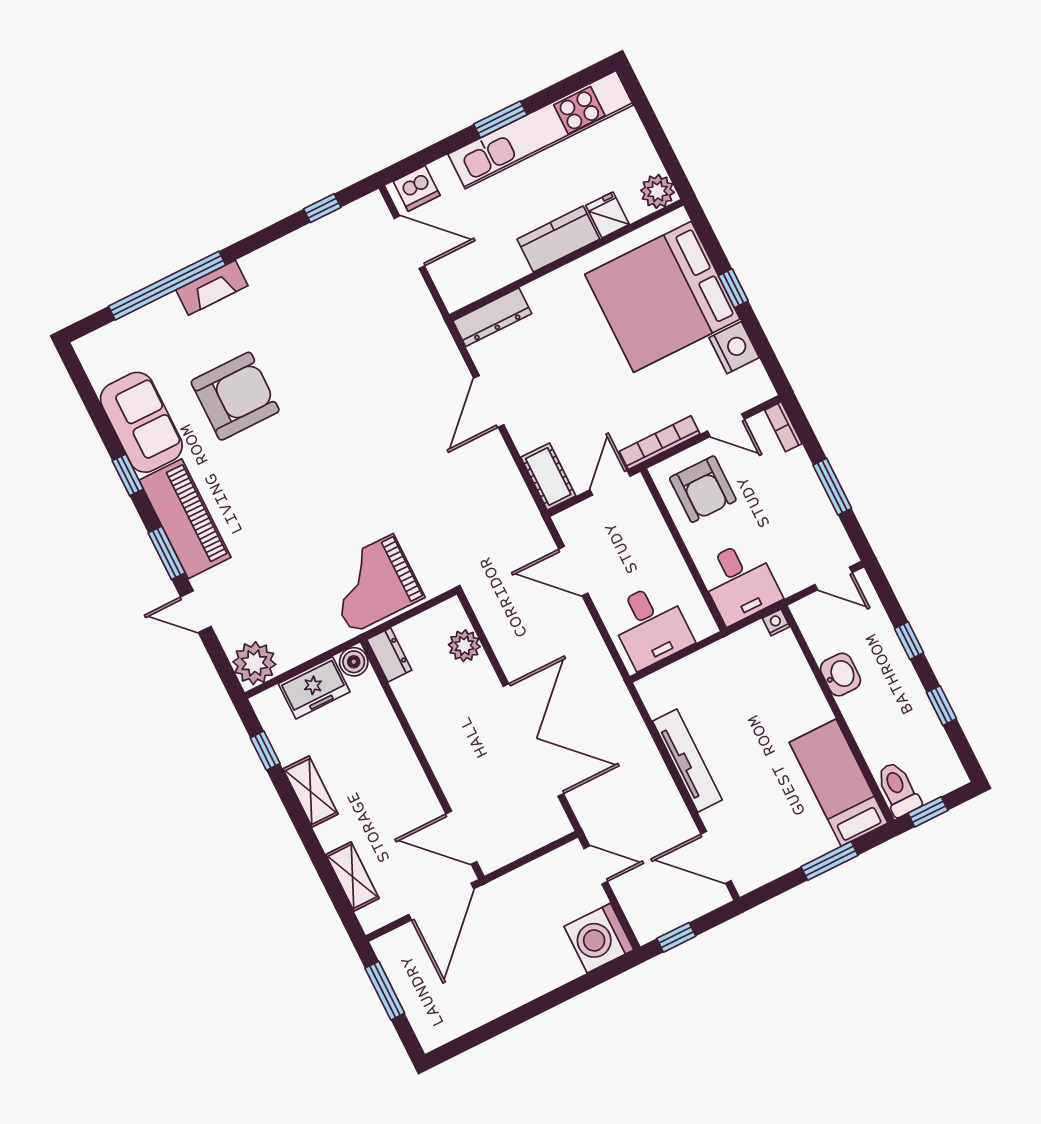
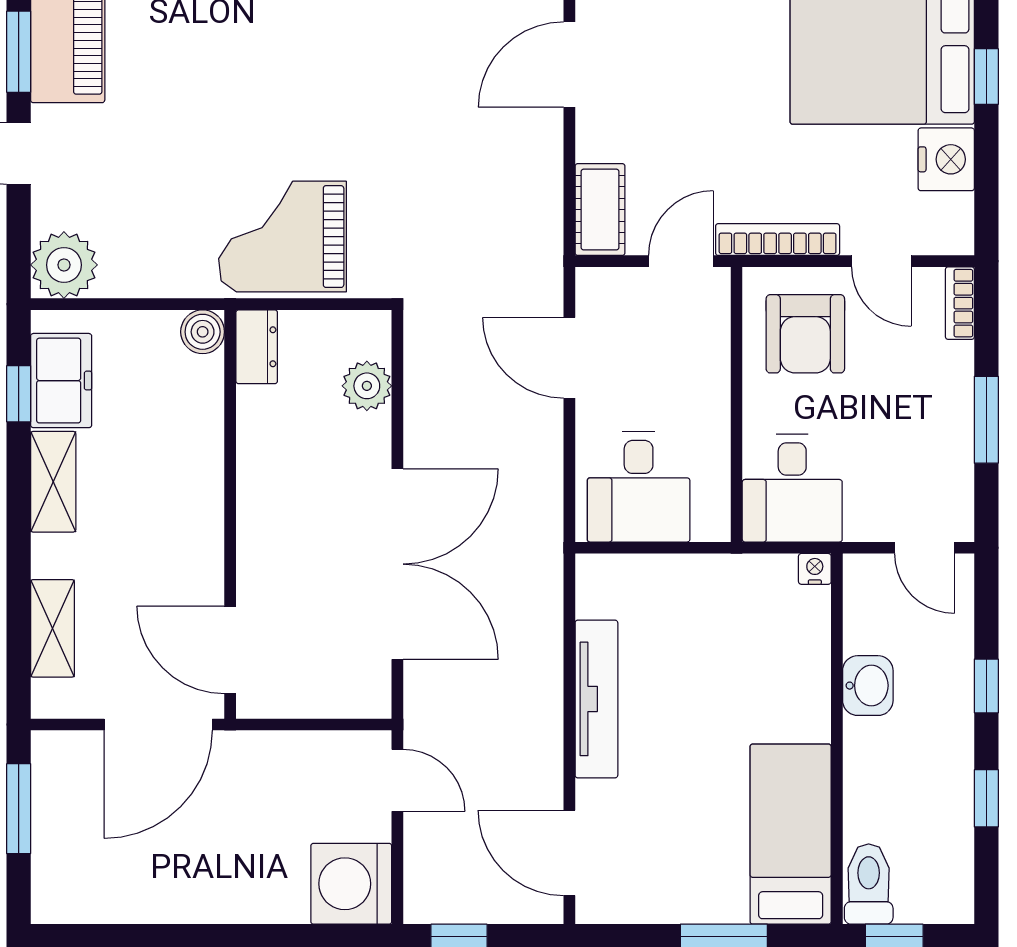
freezer: (314, 688) -> (61, 381), moved, turned -90

